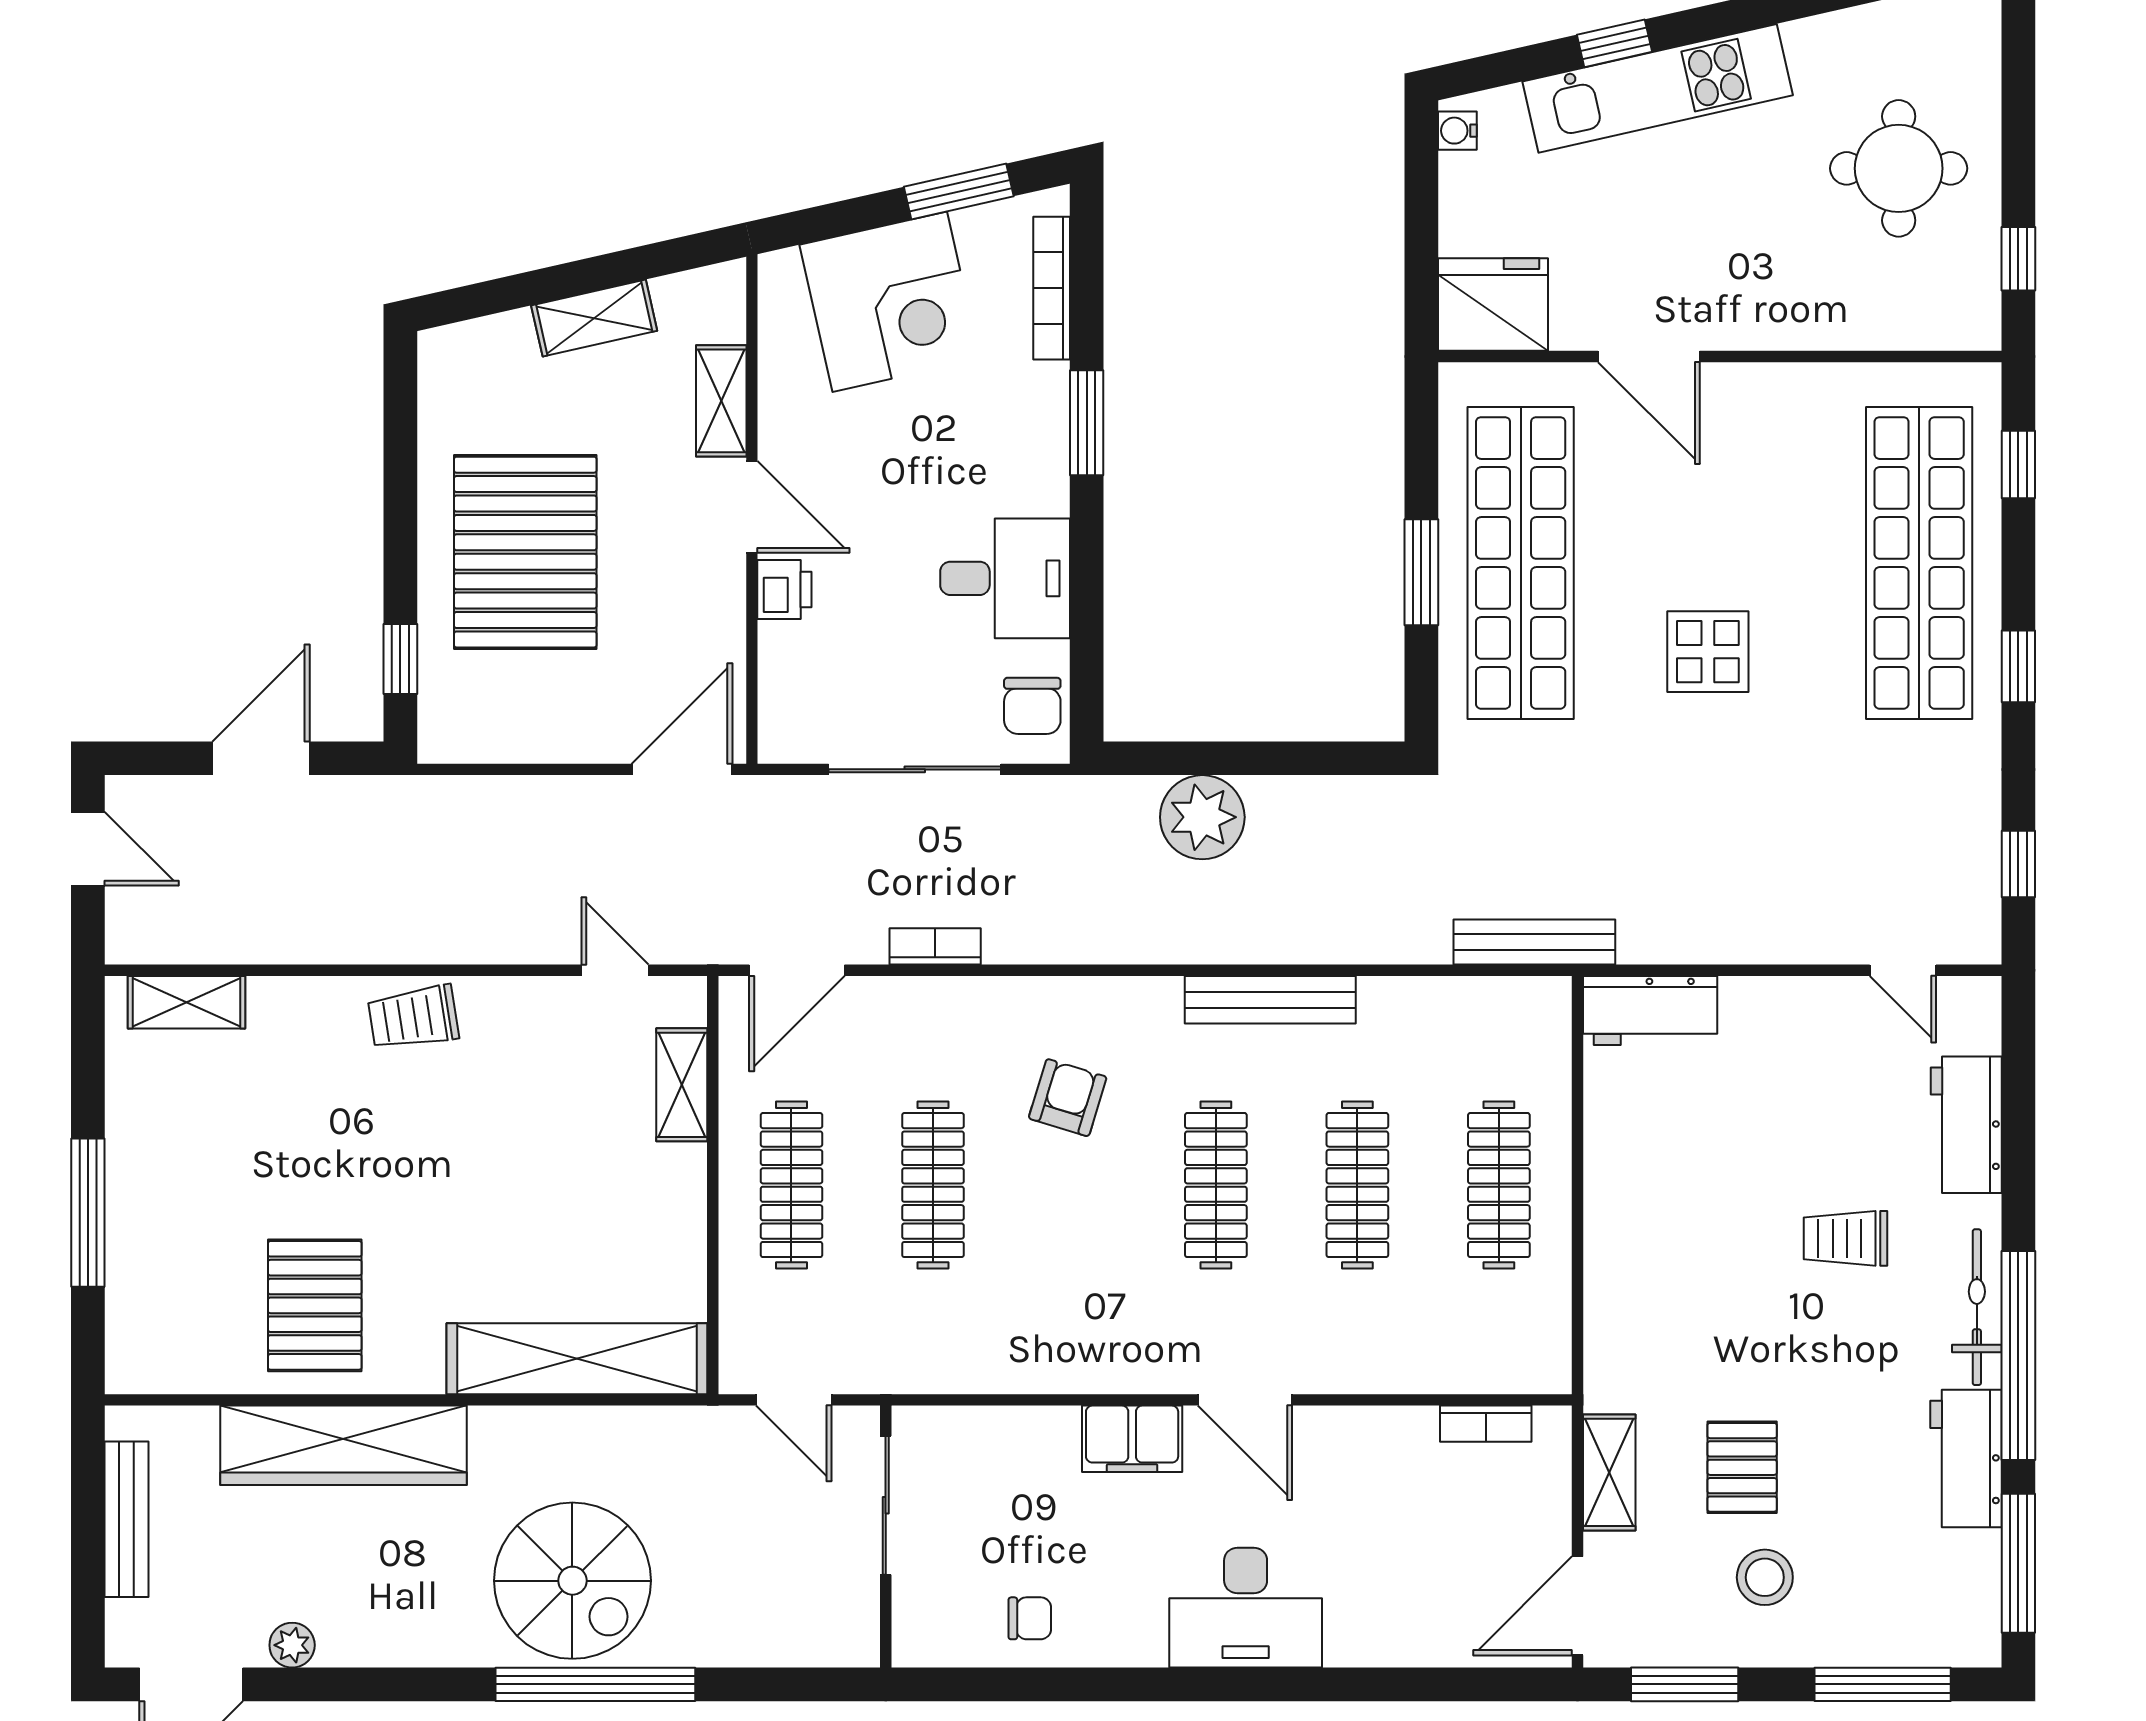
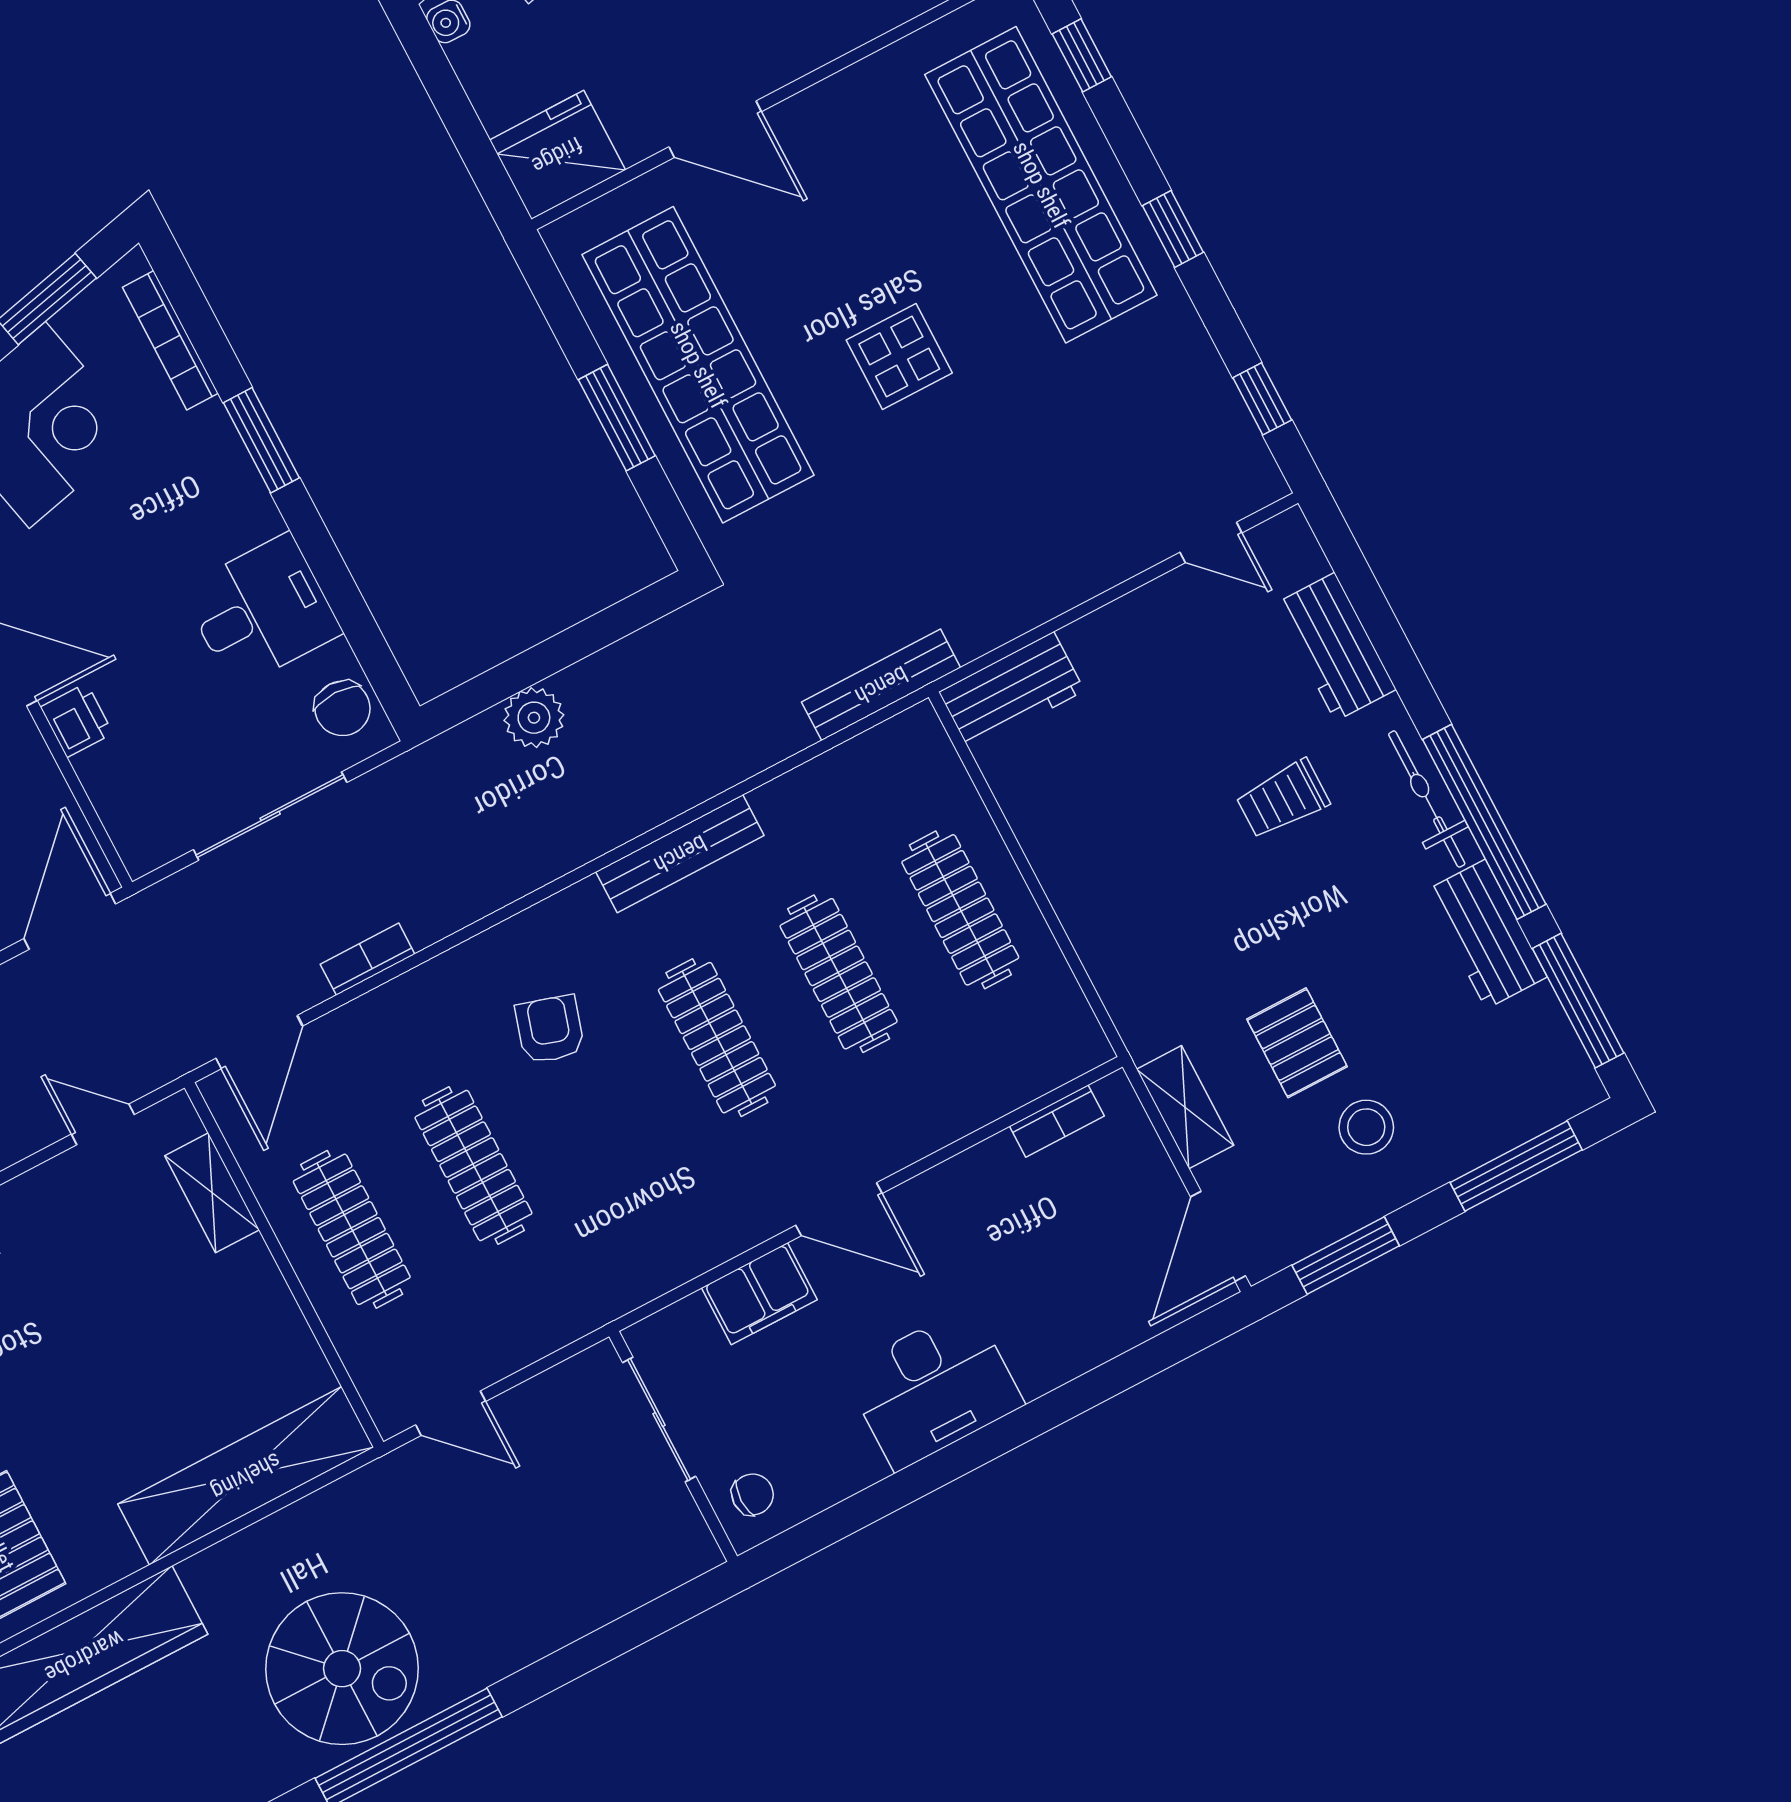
plant: (1202, 817) -> (534, 718), width x0.73, depth x0.73
sliding door: (886, 1505) -> (659, 1419), moved
wall: (886, 1537) -> (673, 1446), moved

